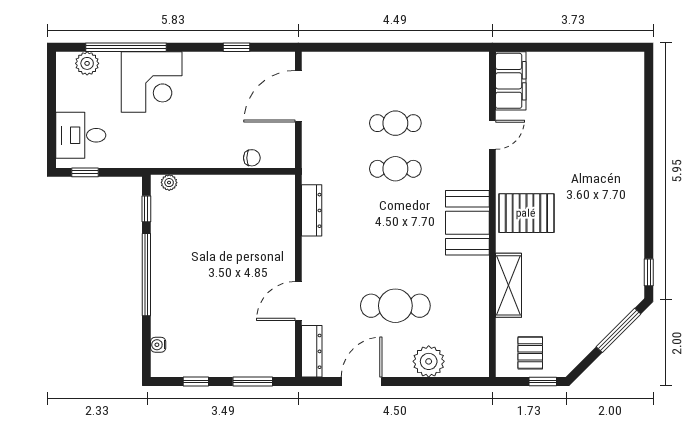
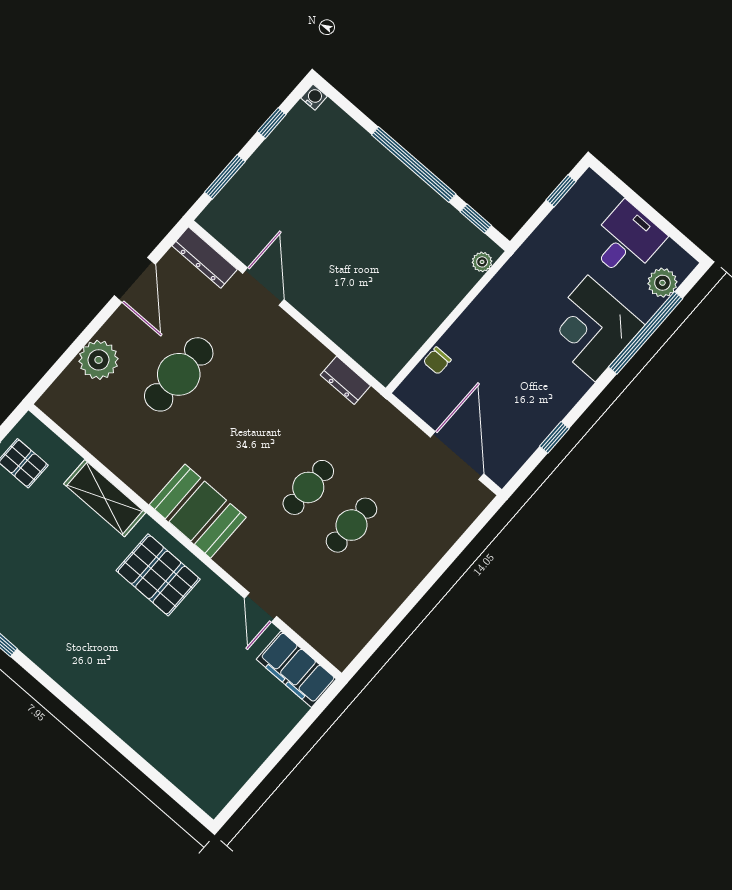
desk: (81, 135) -> (626, 241), moved
dresser: (312, 210) -> (345, 380), width x0.70
pallet: (526, 213) -> (158, 575), turned 90
water cooler: (158, 345) -> (314, 97), moved

